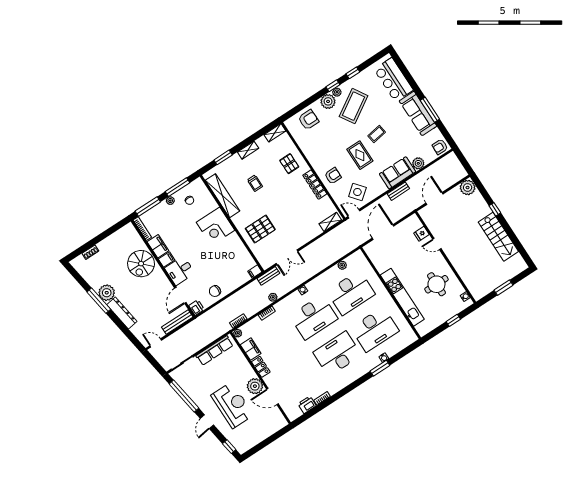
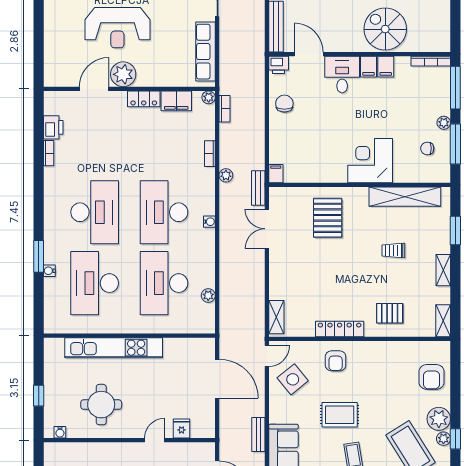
filing cabinet: (158, 246) -> (386, 67), width x0.50

